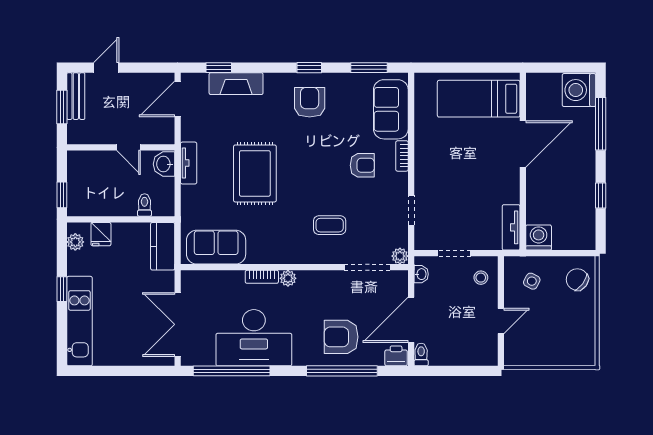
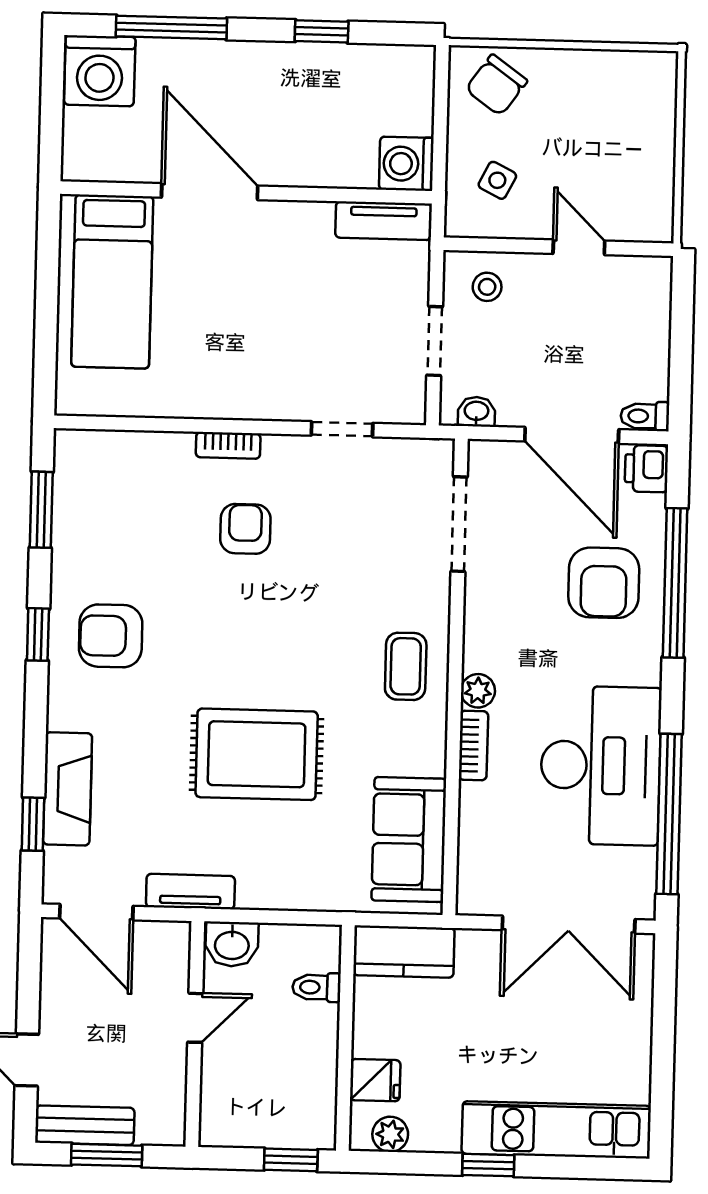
sofa: (391, 109) -> (130, 466), removed
tv unit: (189, 163) -> (190, 892), moved
coffee table: (330, 225) -> (406, 666), moved
plant: (400, 256) -> (437, 455), removed

